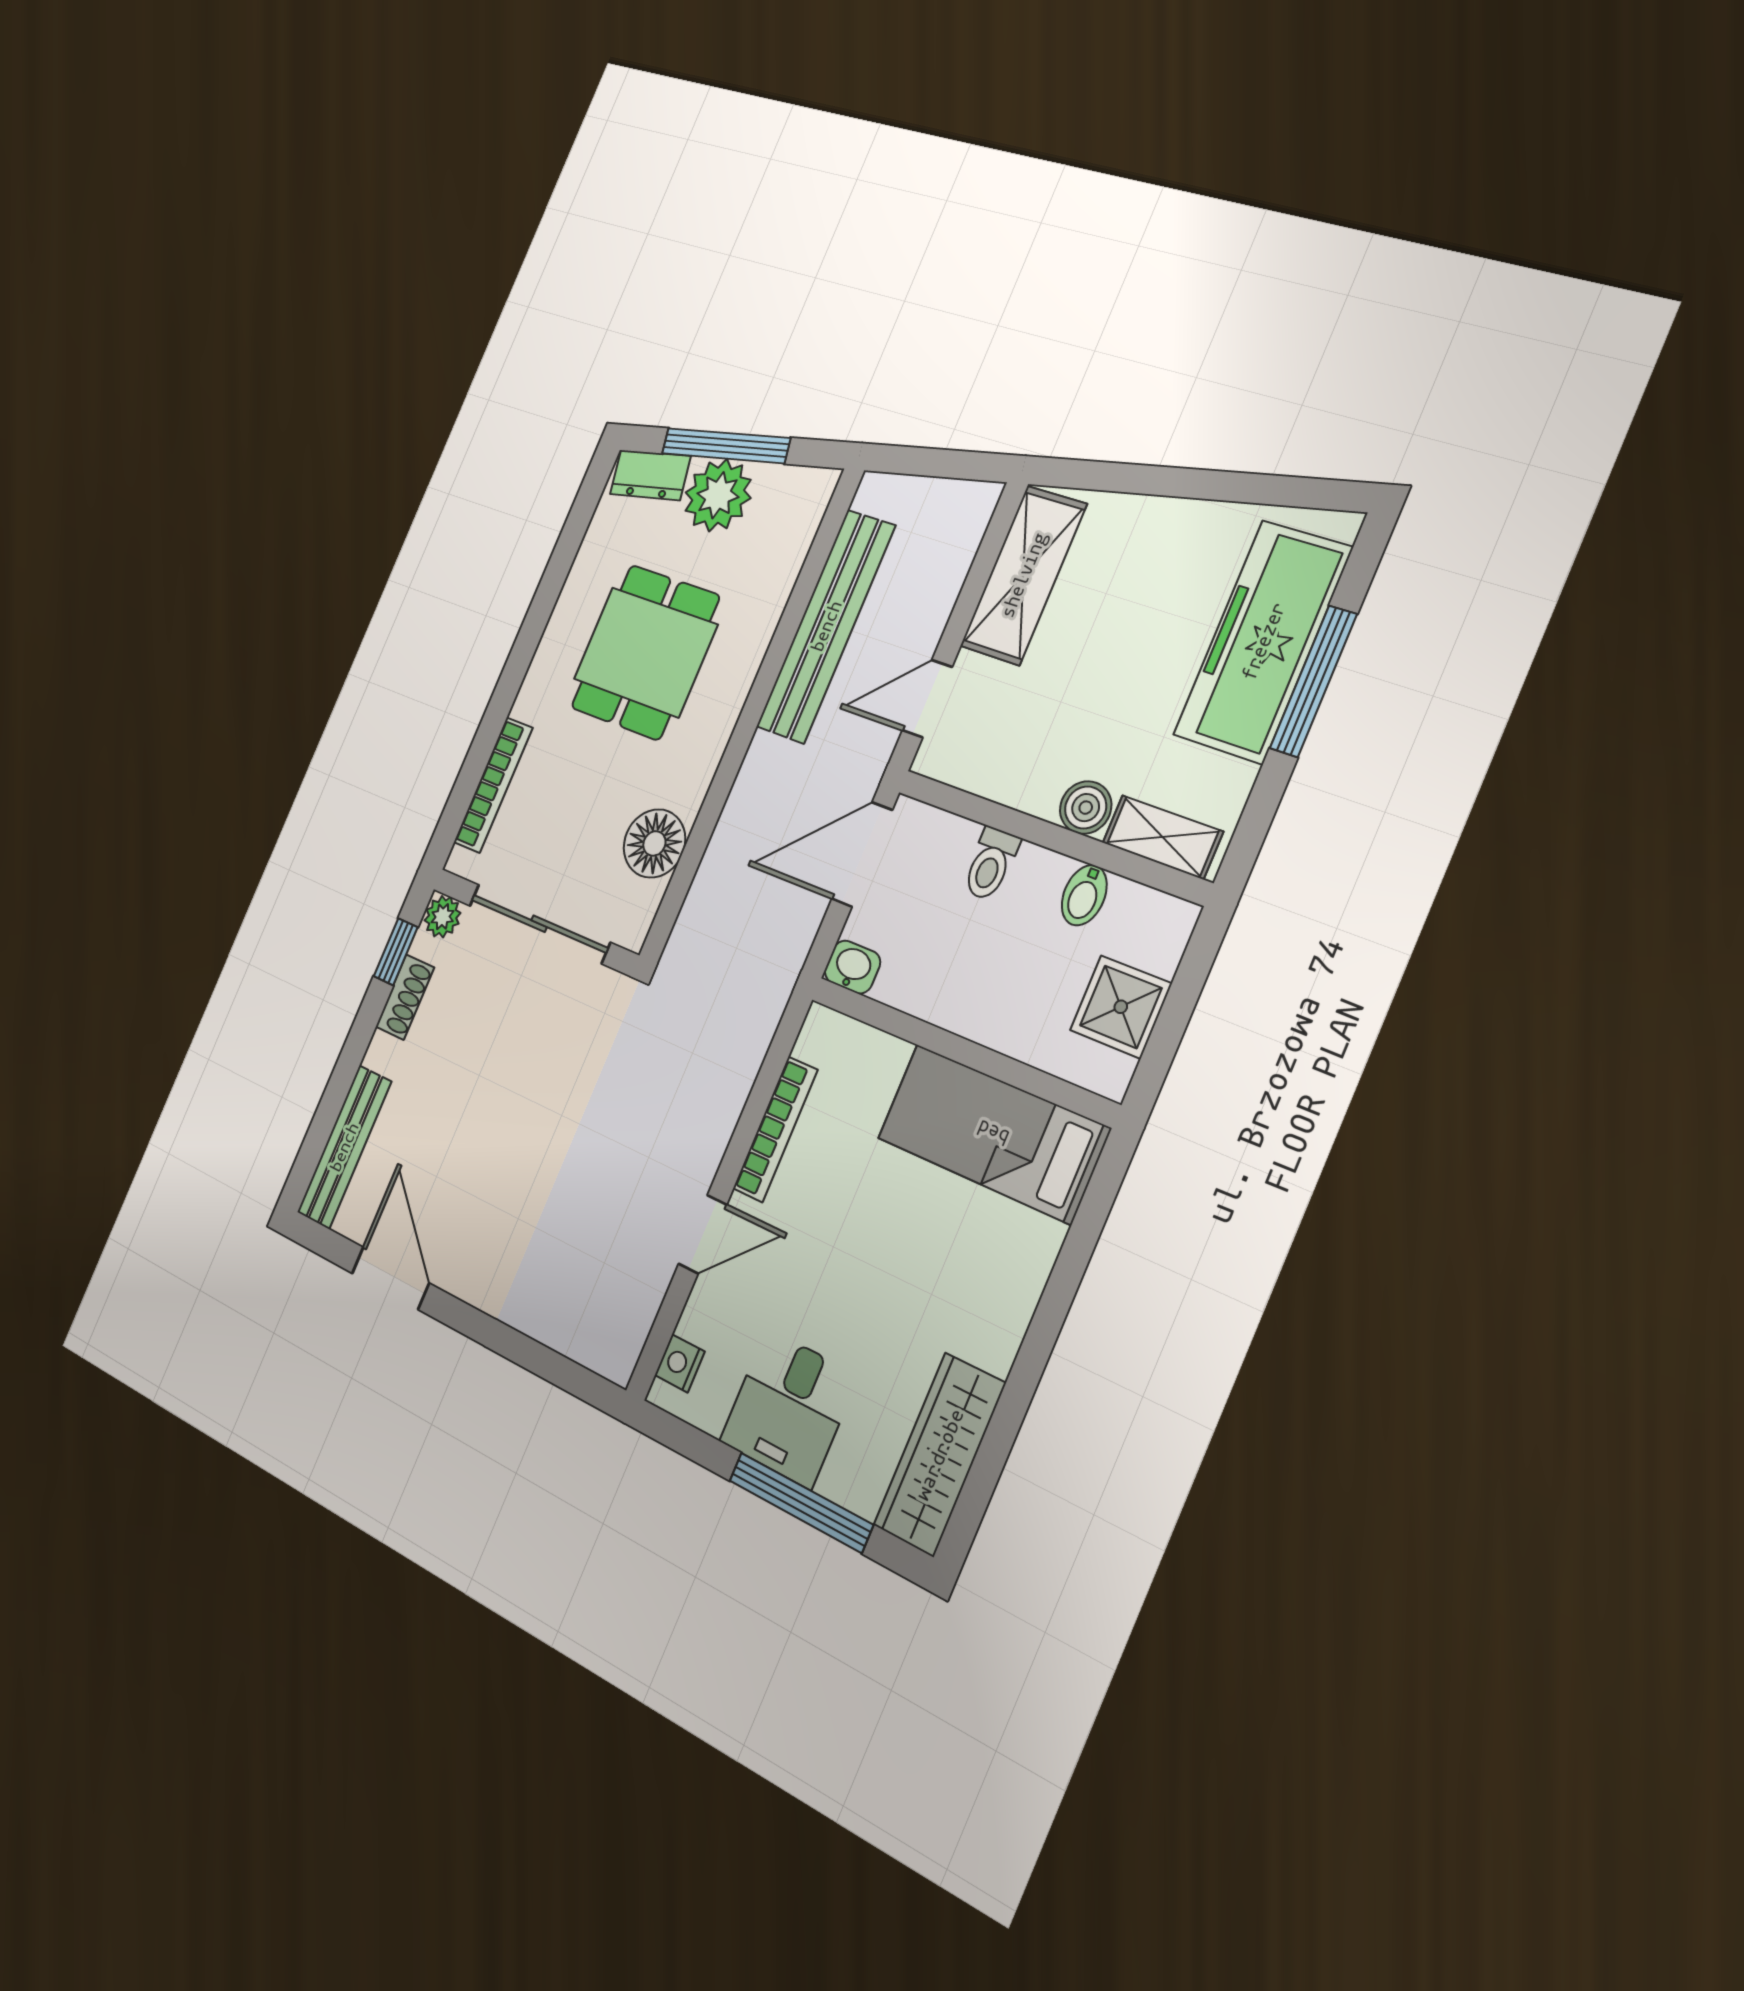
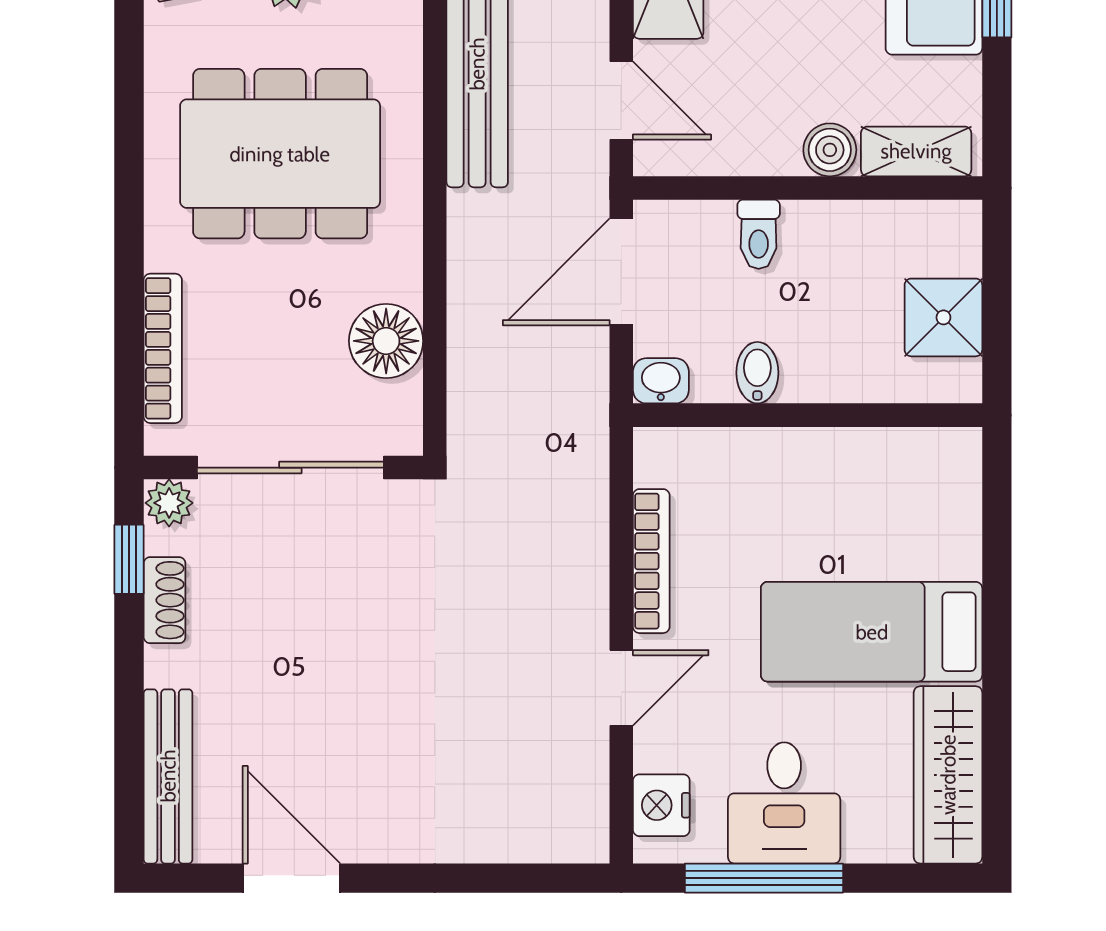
dining table: (645, 652) -> (280, 154), width x1.38
door: (927, 699) -> (621, 101), swing flipped
bidet: (1084, 895) -> (757, 373), moved, turned 180
bed: (993, 1133) -> (872, 632), moved
nightstand: (680, 1363) -> (661, 805), width x1.39, depth x1.35
window: (801, 1502) -> (764, 878), moved

